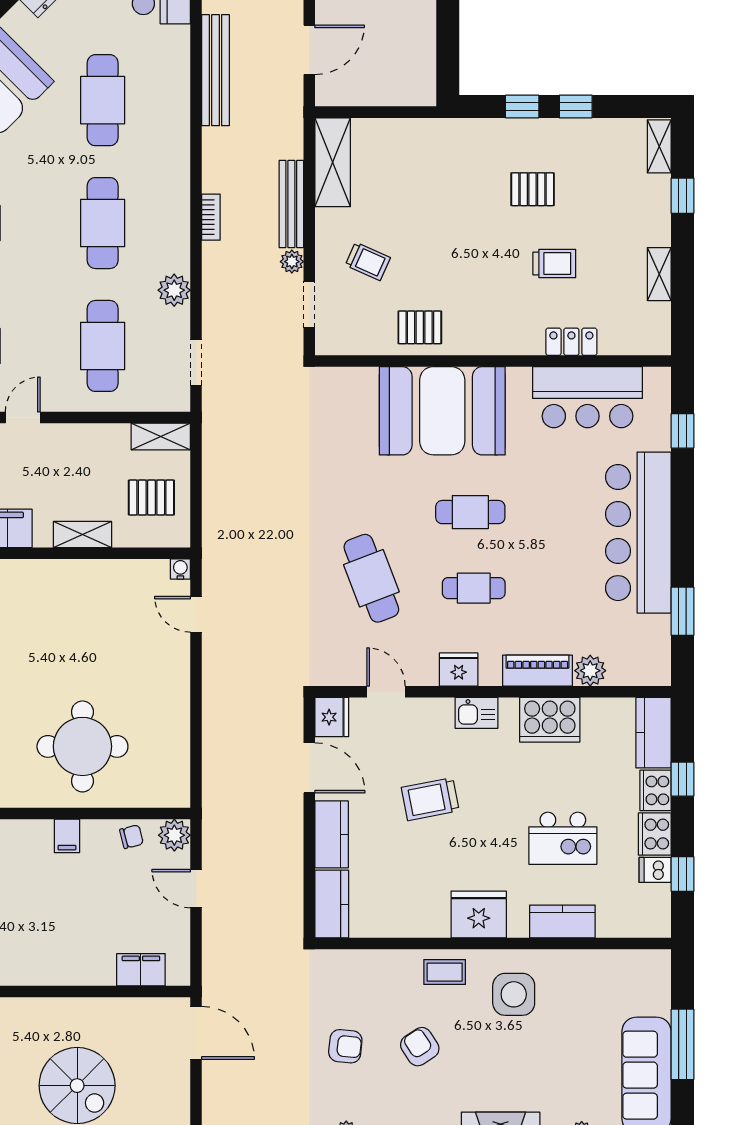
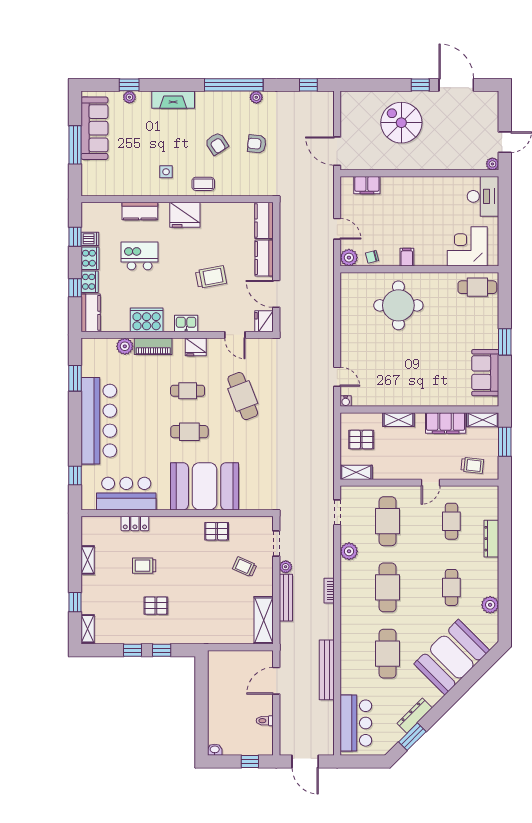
side table: (514, 994) -> (166, 172), width x0.54, depth x0.54

